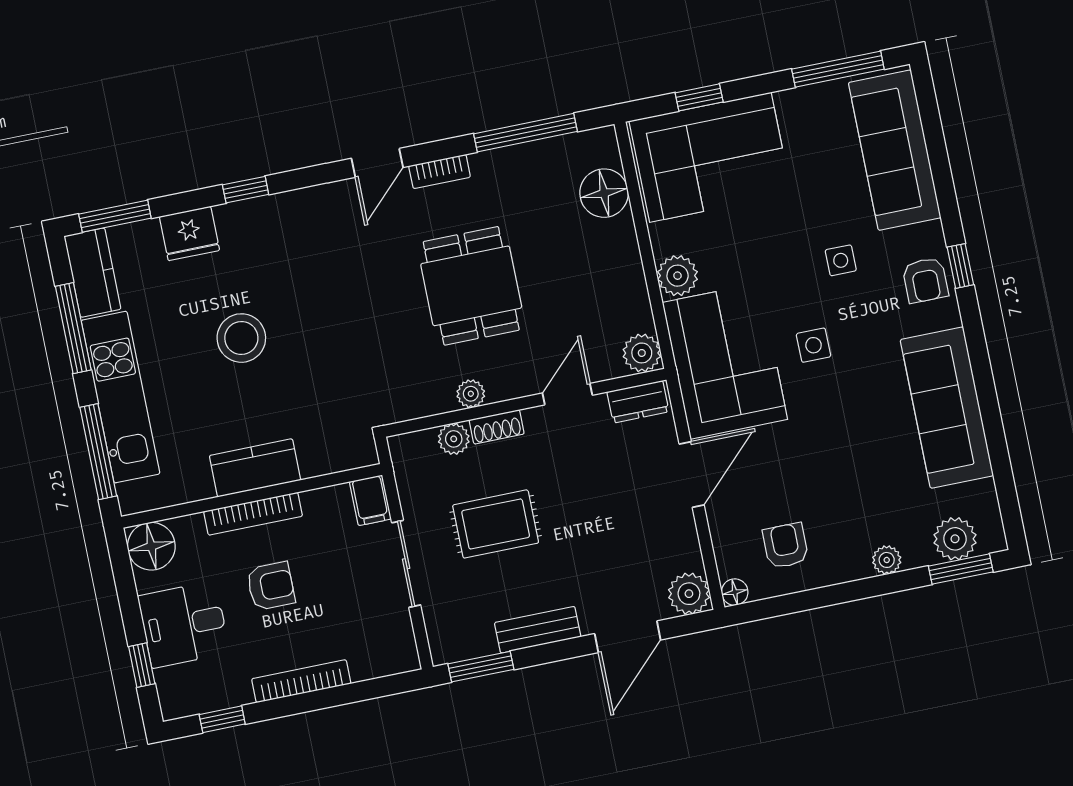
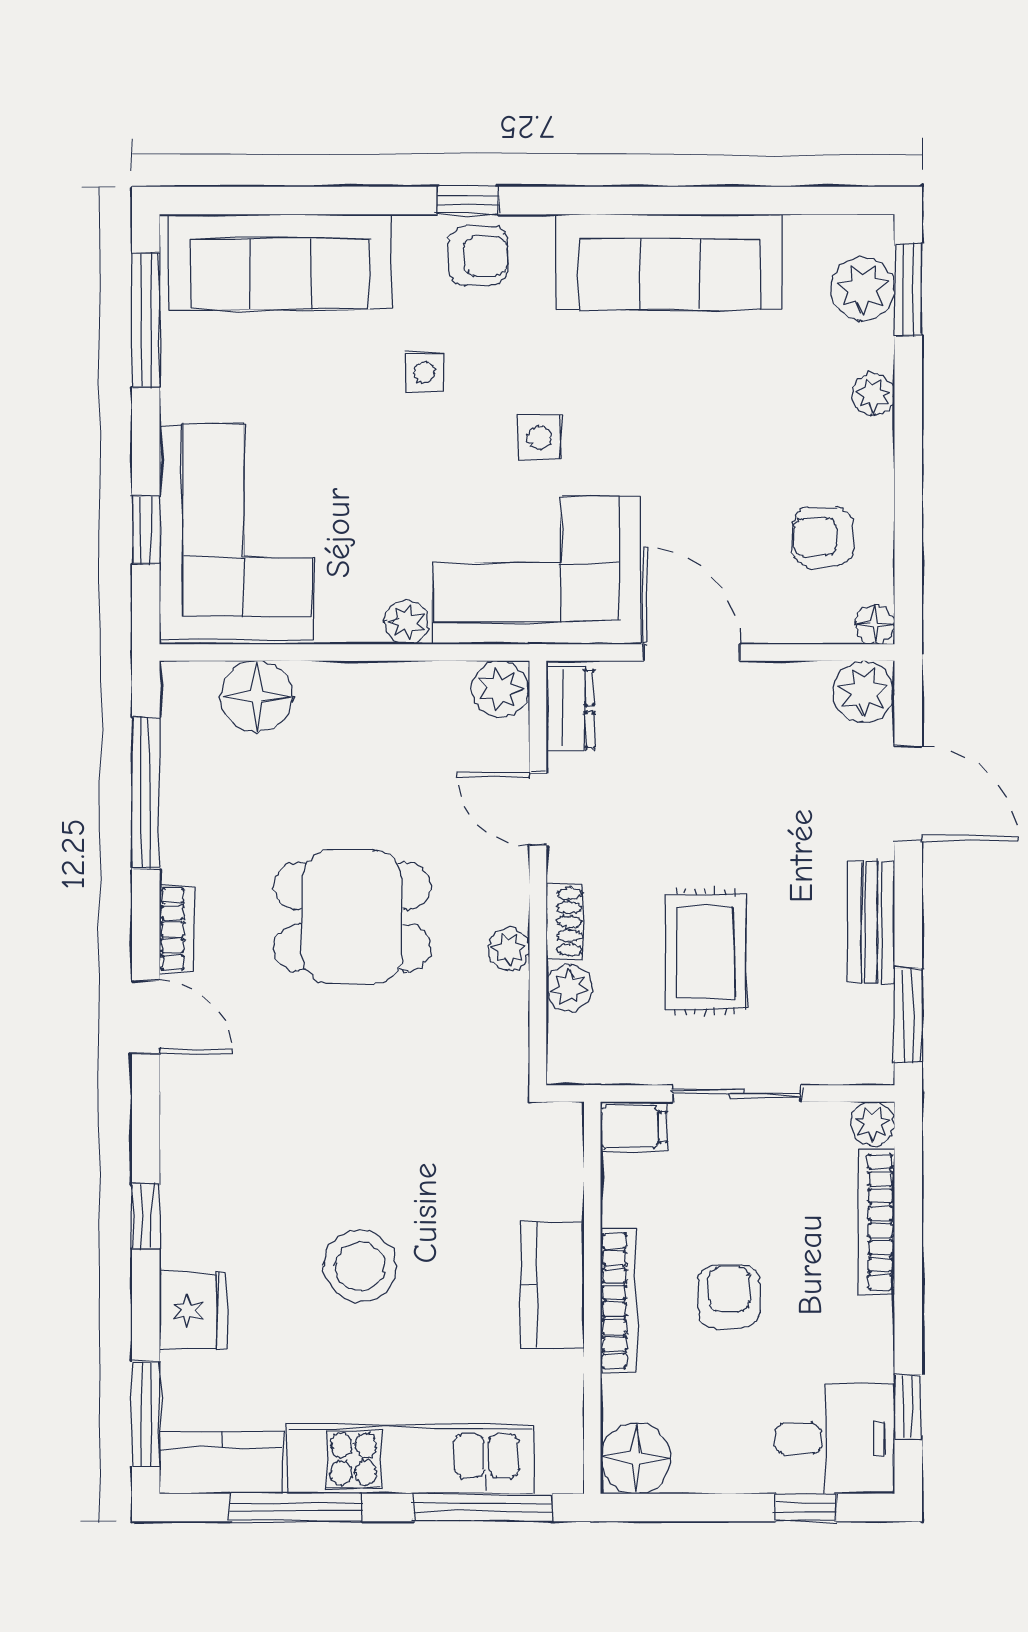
plant: (678, 276) -> (407, 622), width x0.73, depth x0.73
desk: (184, 624) -> (835, 1439), moved, turned -90
plant: (404, 658) -> (872, 1124), added
bookcase: (301, 681) -> (876, 1222), moved

